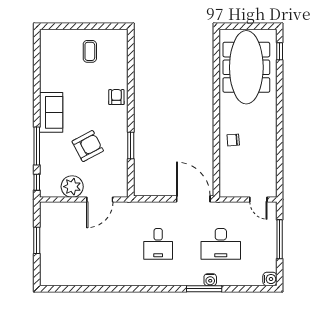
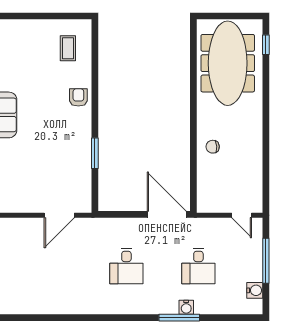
coffee table: (90, 51) -> (68, 48), moved
armchair: (88, 146) -> (45, 154), removed
plant: (72, 187) -> (28, 200), removed
desk: (221, 244) -> (198, 266), width x0.73
water cooler: (270, 279) -> (255, 290), moved

